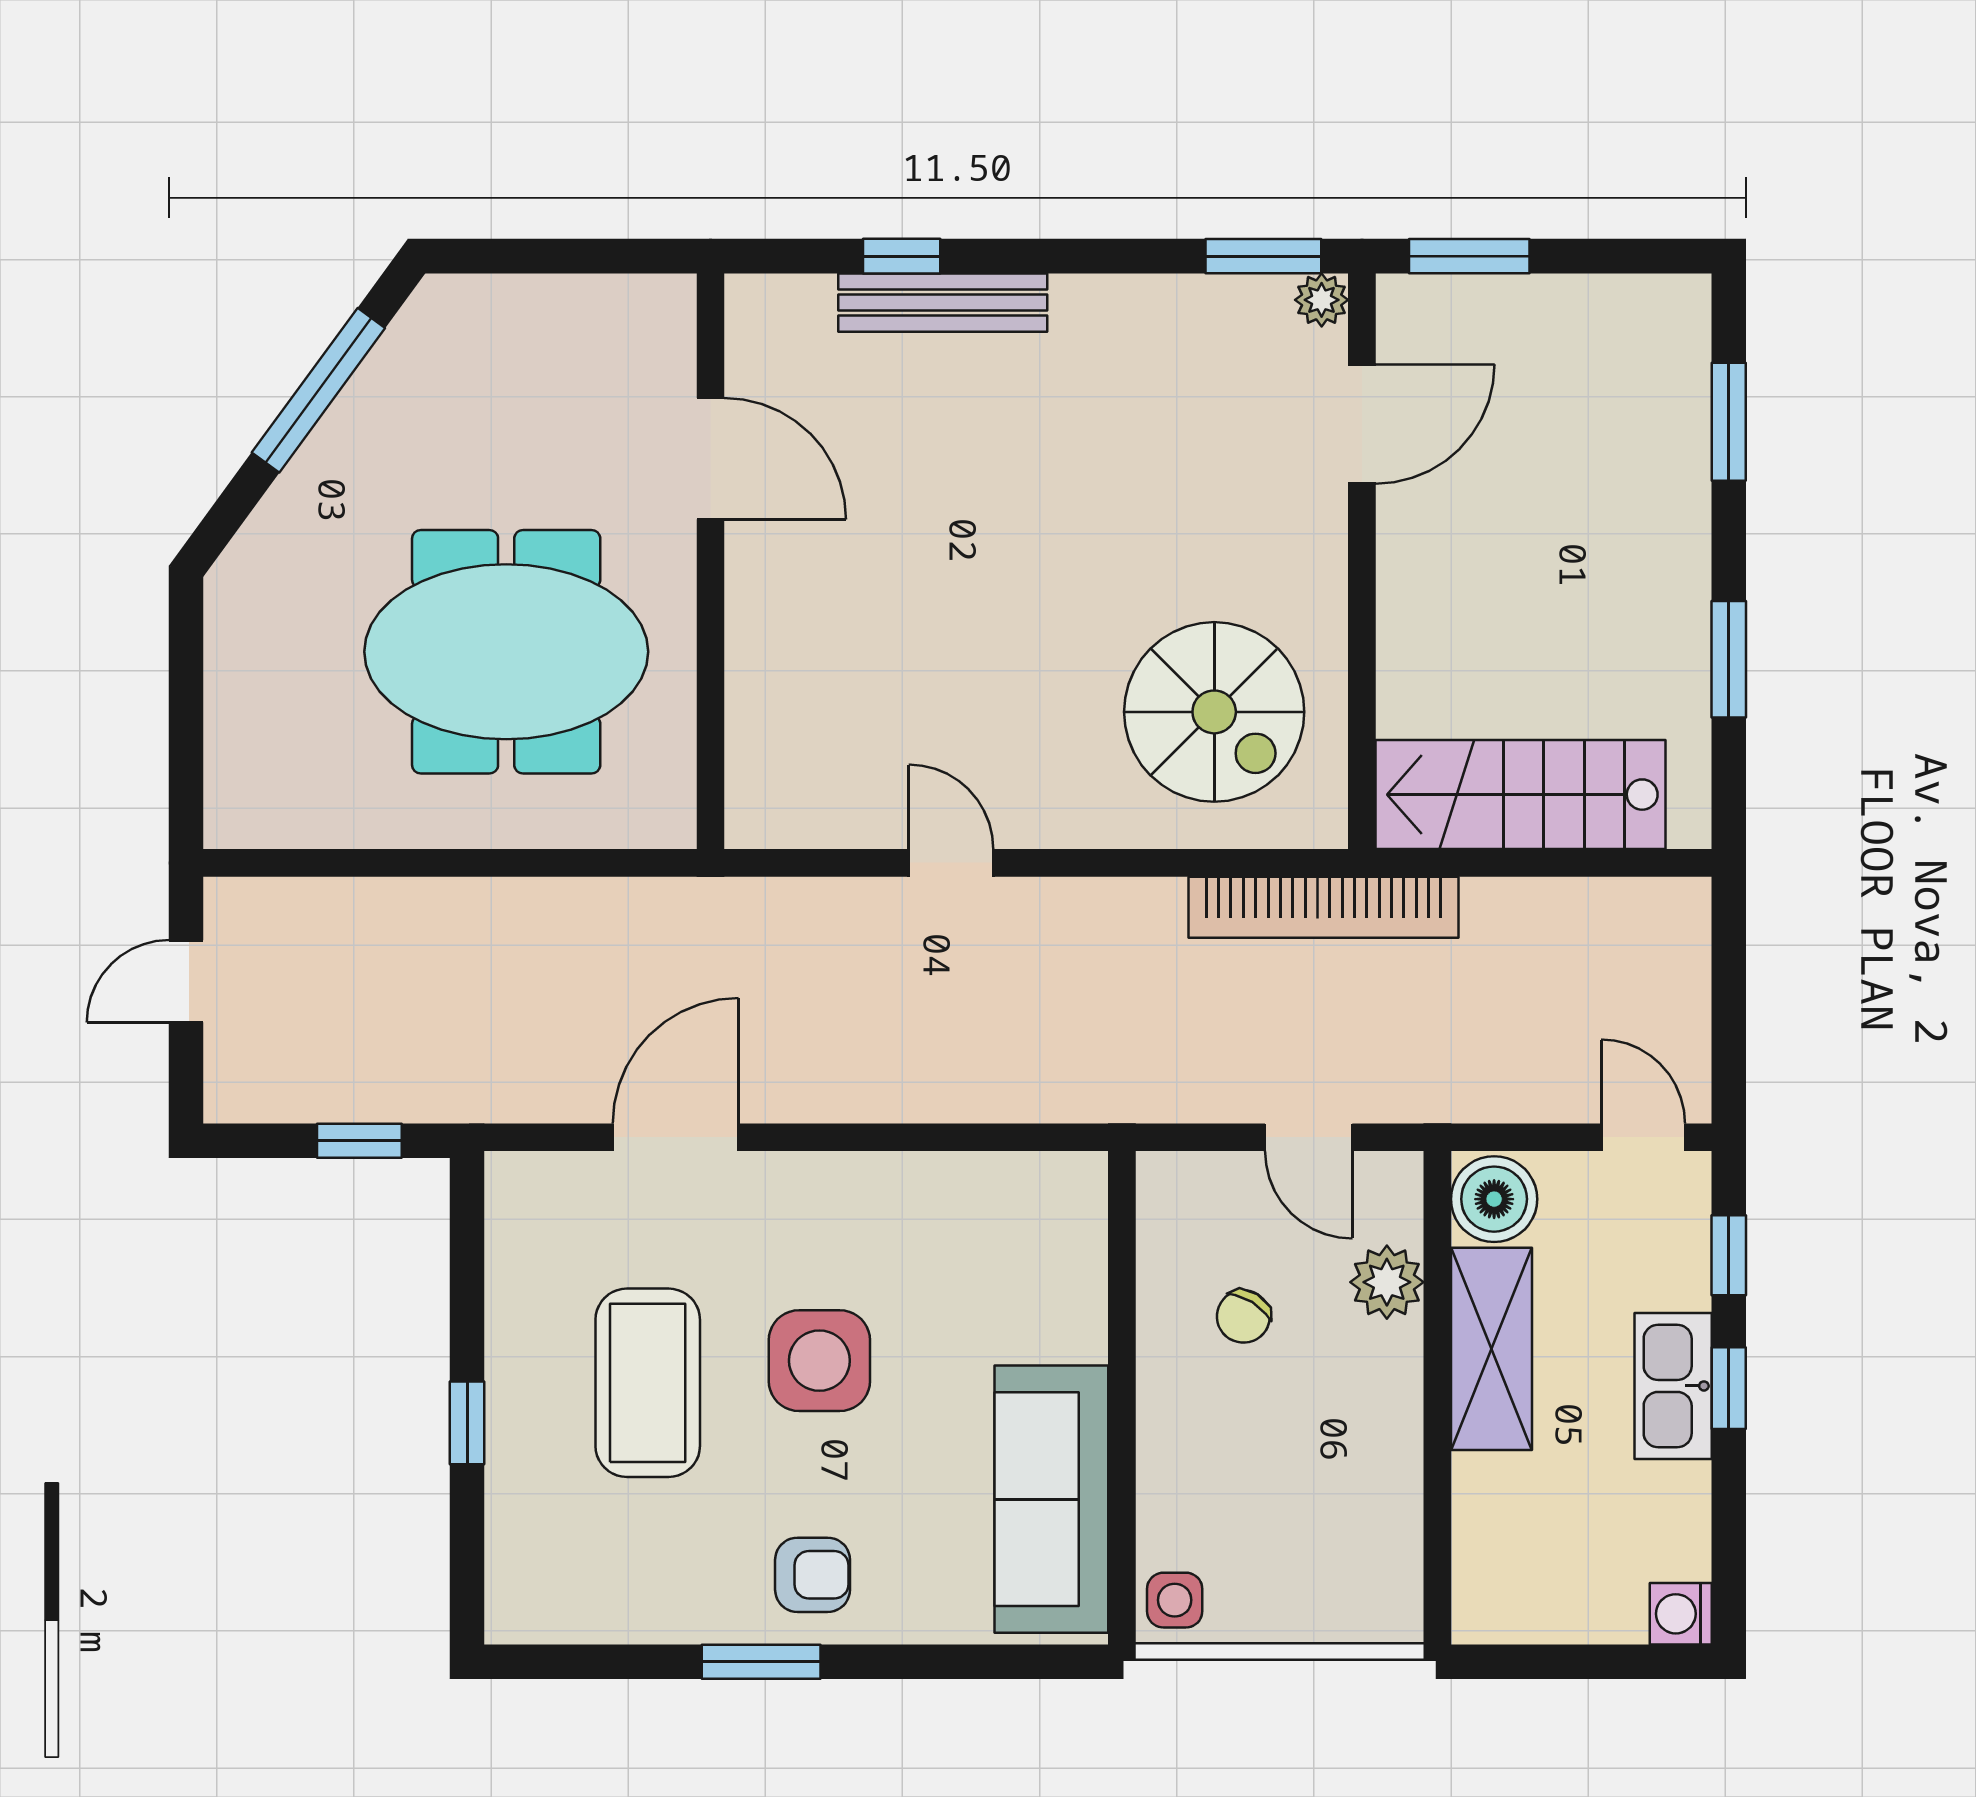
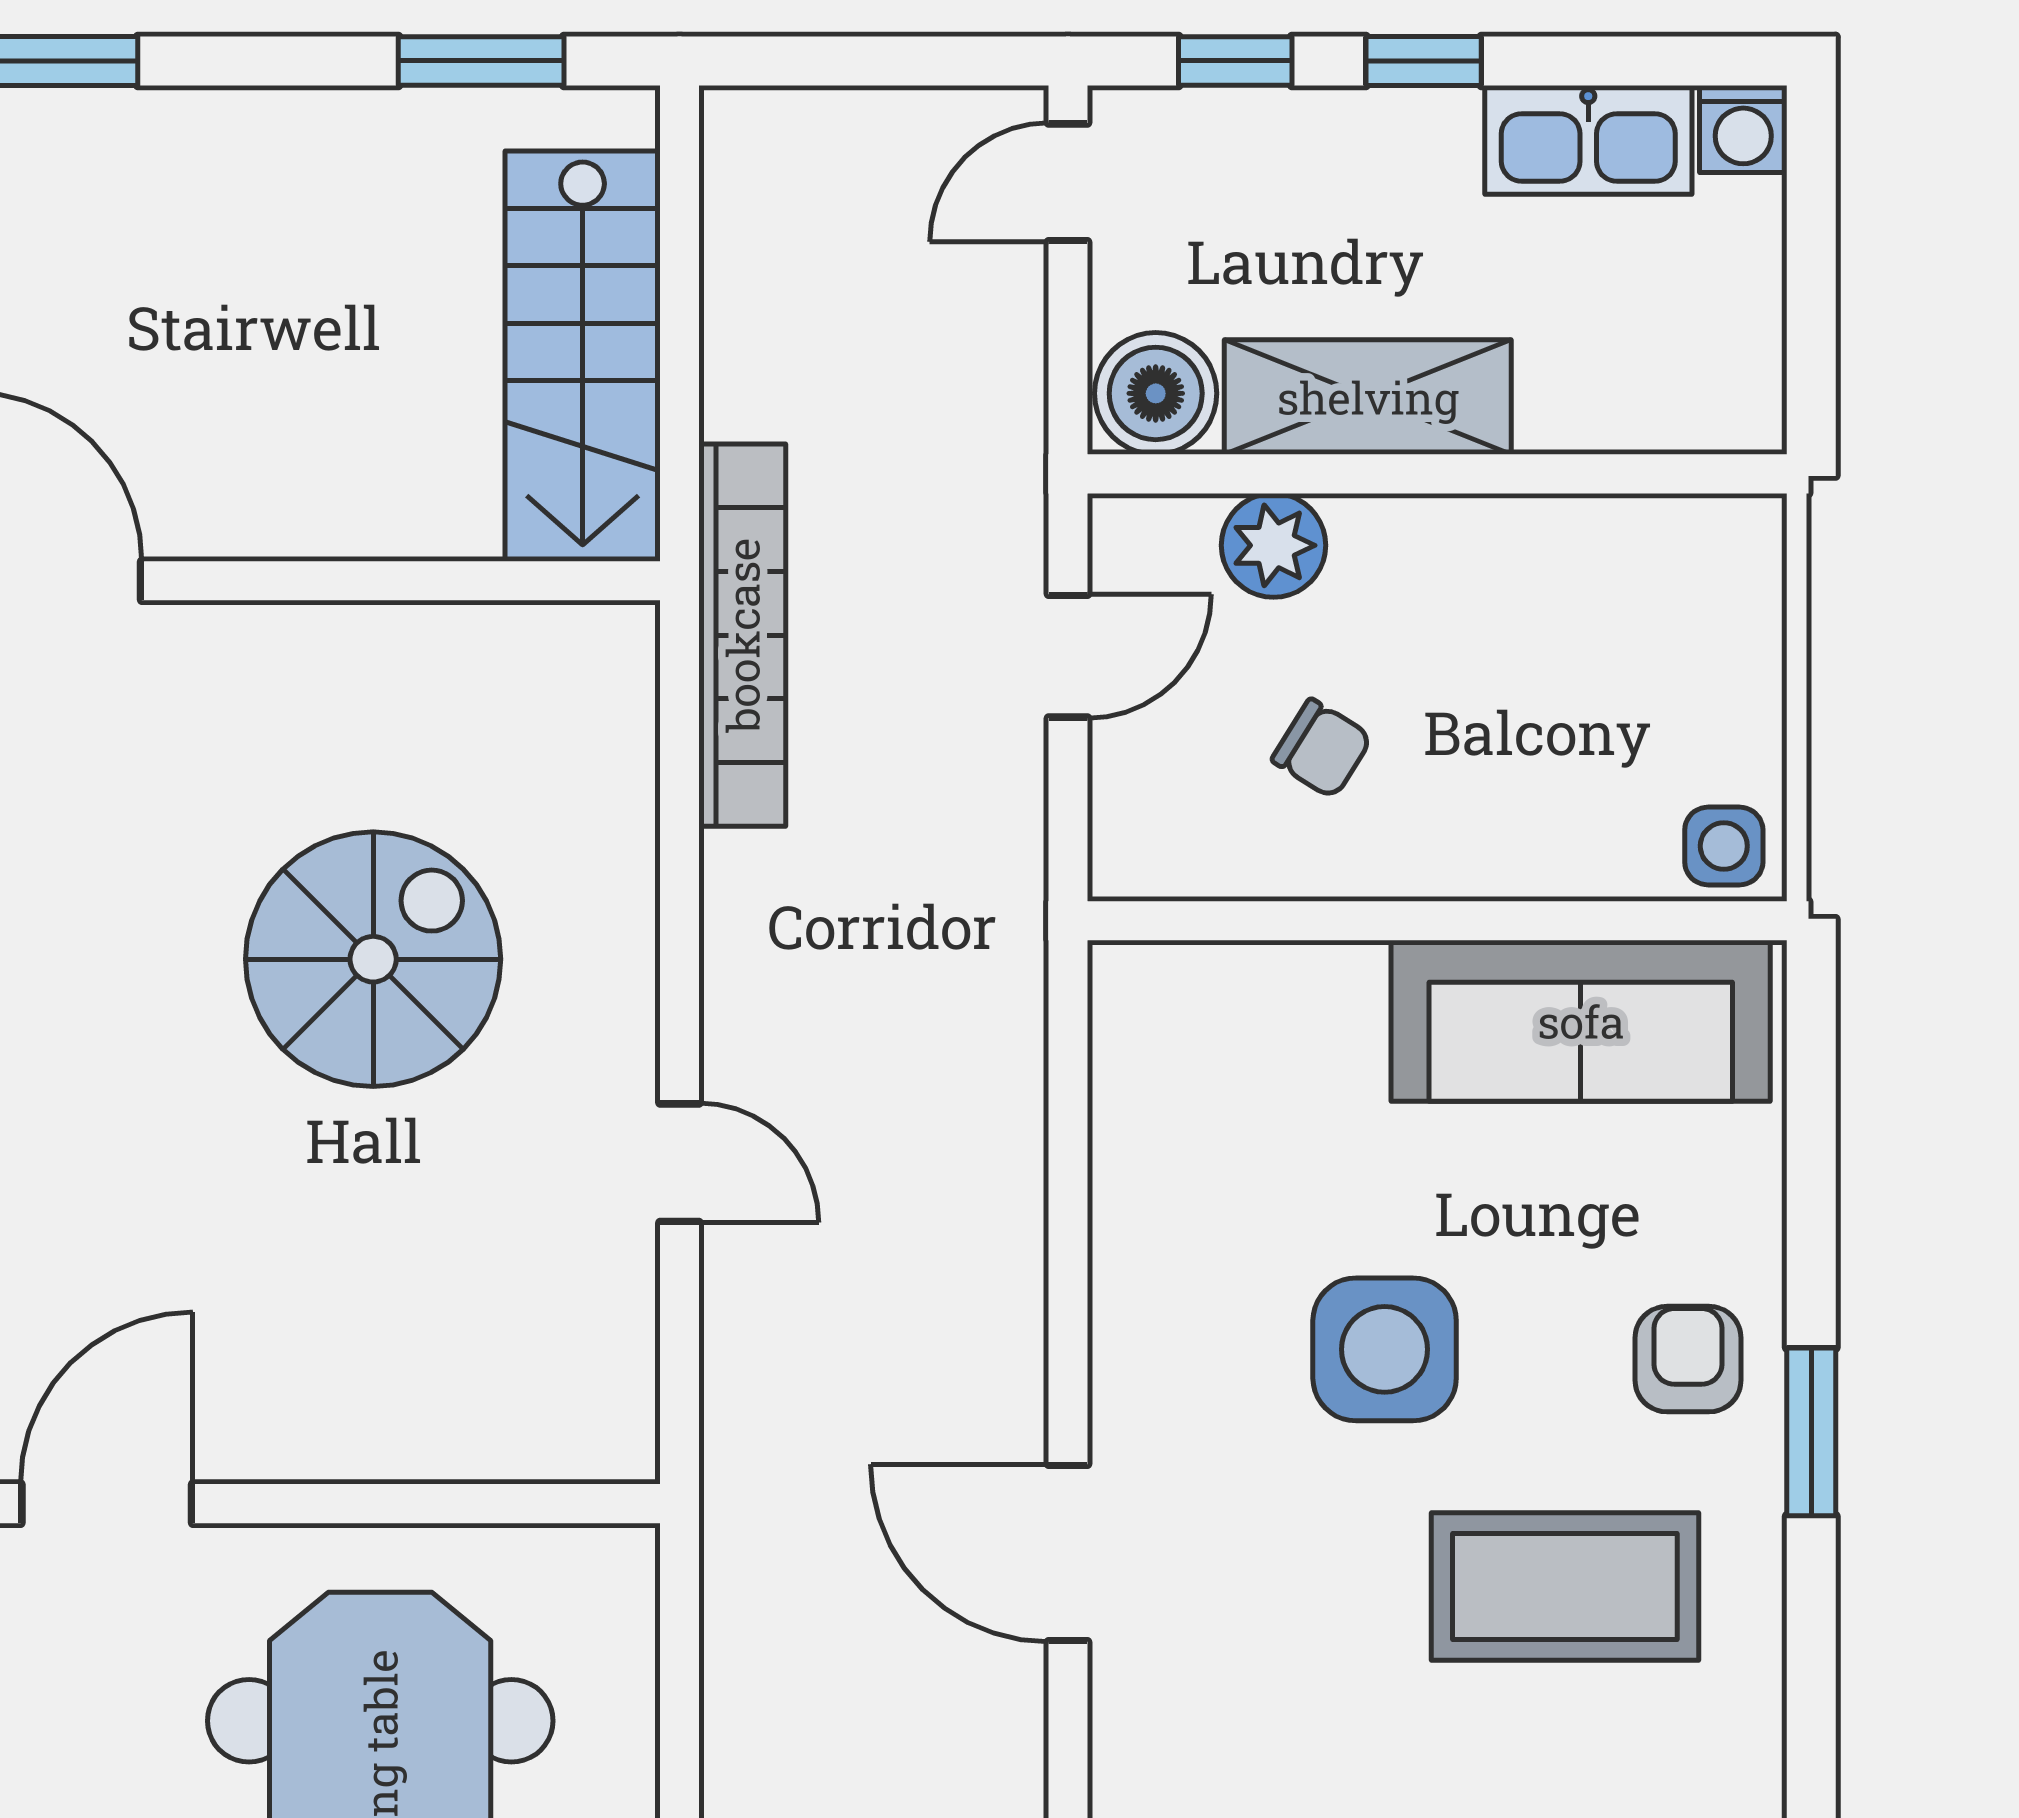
window: (1729, 659) -> (481, 61), moved
spiral stairs: (1214, 712) -> (373, 959), moved
door: (951, 863) -> (679, 1163), swing flipped
coffee table: (648, 1383) -> (1565, 1587), moved
kitchen sink: (1673, 1386) -> (1588, 140), moved

